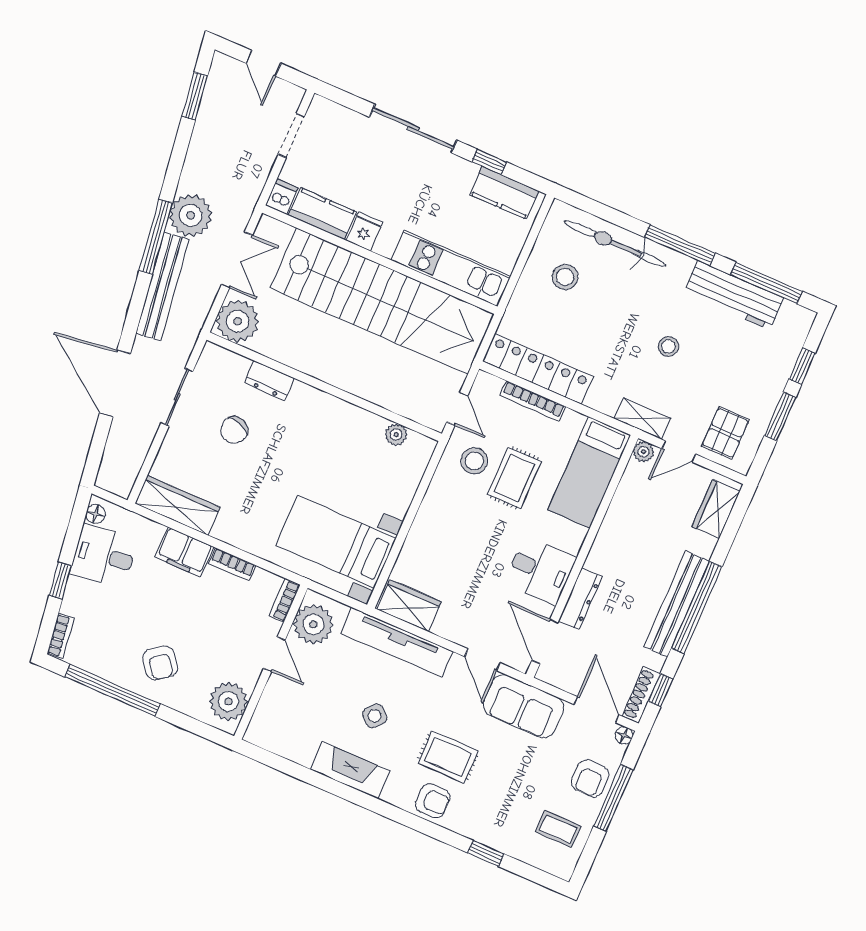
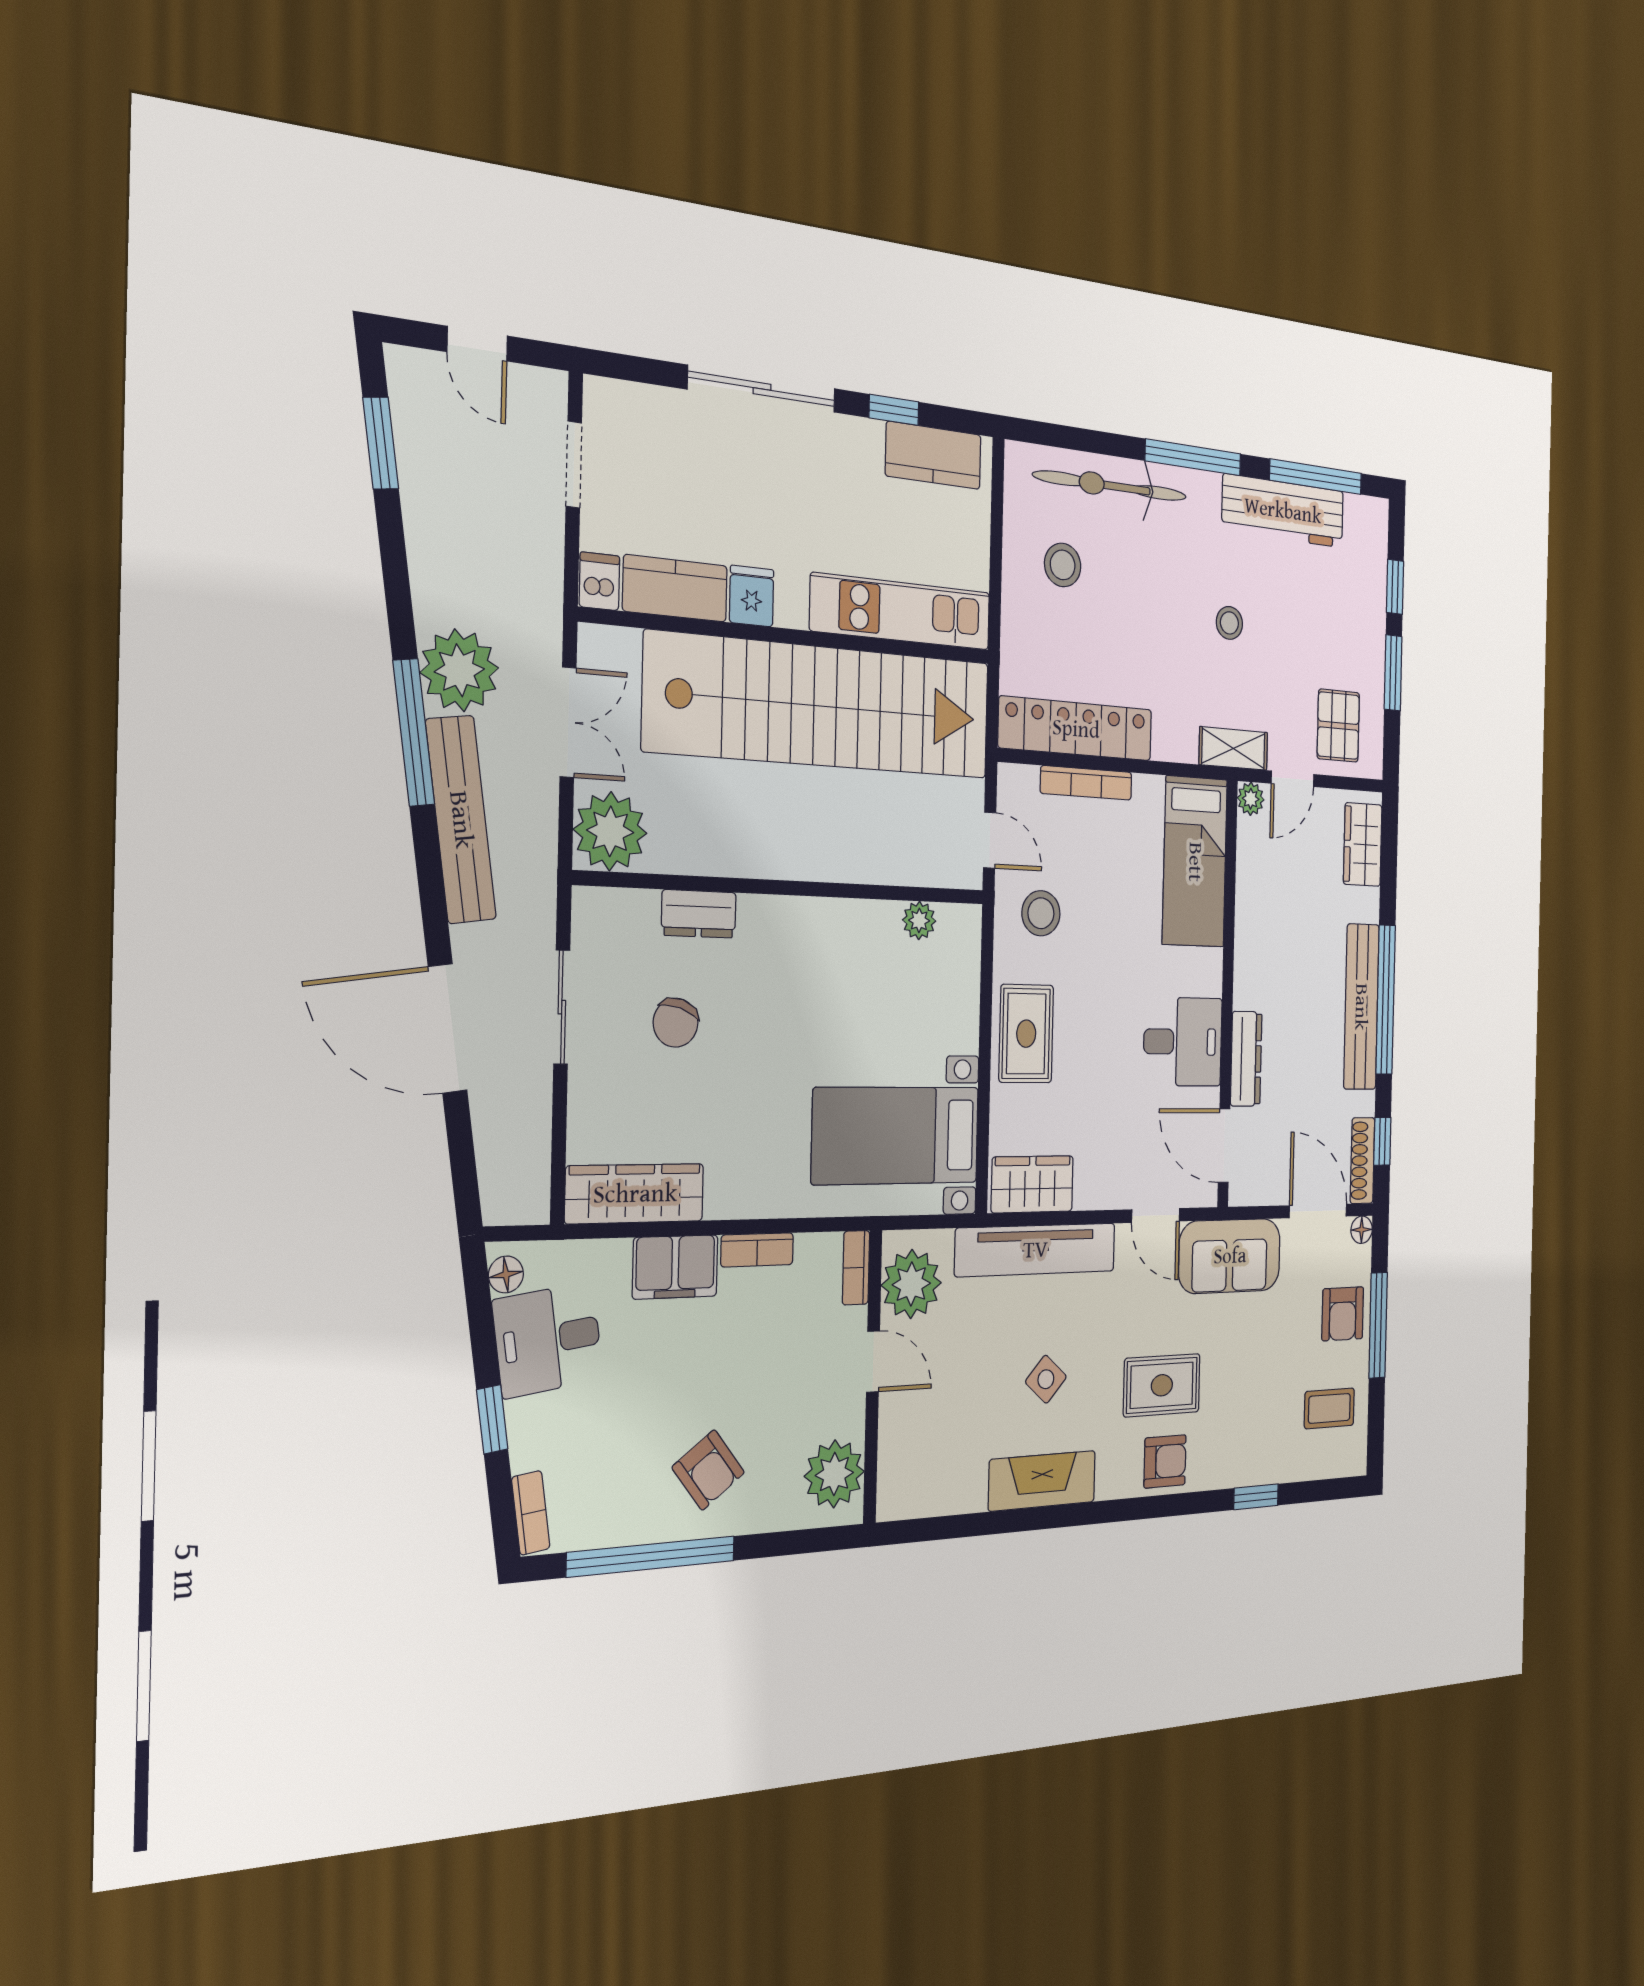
rug: (514, 478) -> (1026, 1034), moved

